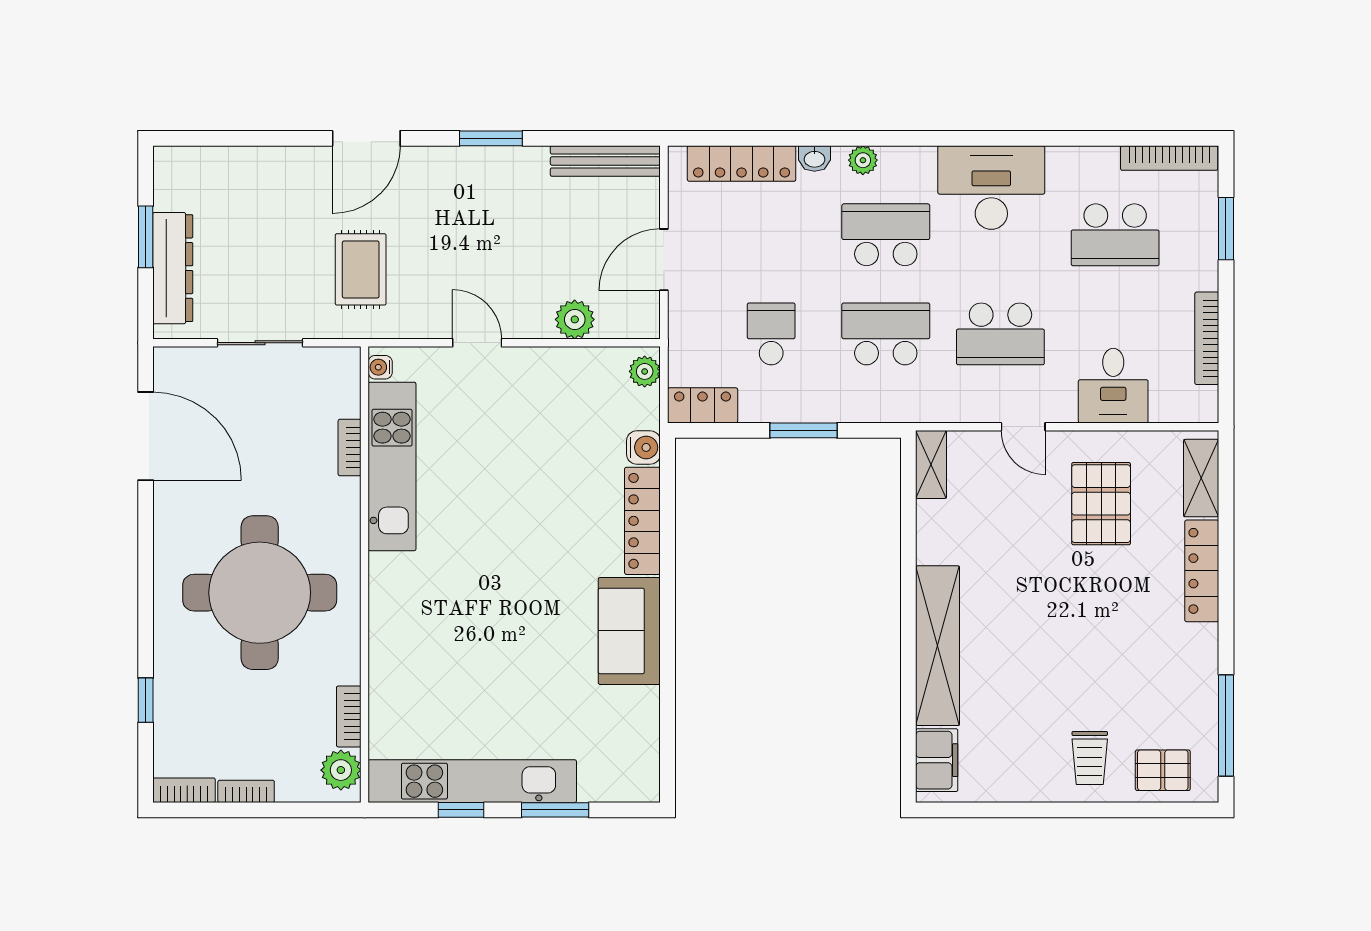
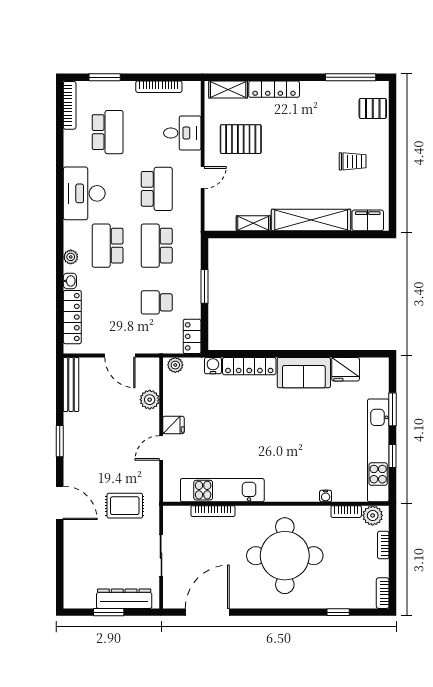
water cooler: (380, 367) -> (326, 496), moved
fridge: (524, 368) -> (173, 425), added
bookcase: (350, 448) -> (213, 511), width x1.56
shelving: (931, 464) -> (253, 223), moved
fridge: (636, 715) -> (346, 369), added
trolley: (1090, 758) -> (353, 161), moved
pallet: (1163, 770) -> (373, 108), turned 90
bookcase: (246, 791) -> (383, 545), moved

